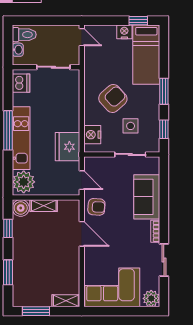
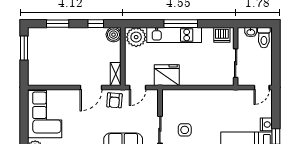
armchair: (113, 99) -> (208, 115), removed
nightstand: (92, 135) -> (177, 97), removed
shelving: (44, 206) -> (116, 74), moved
shelving: (66, 301) -> (33, 74), removed

